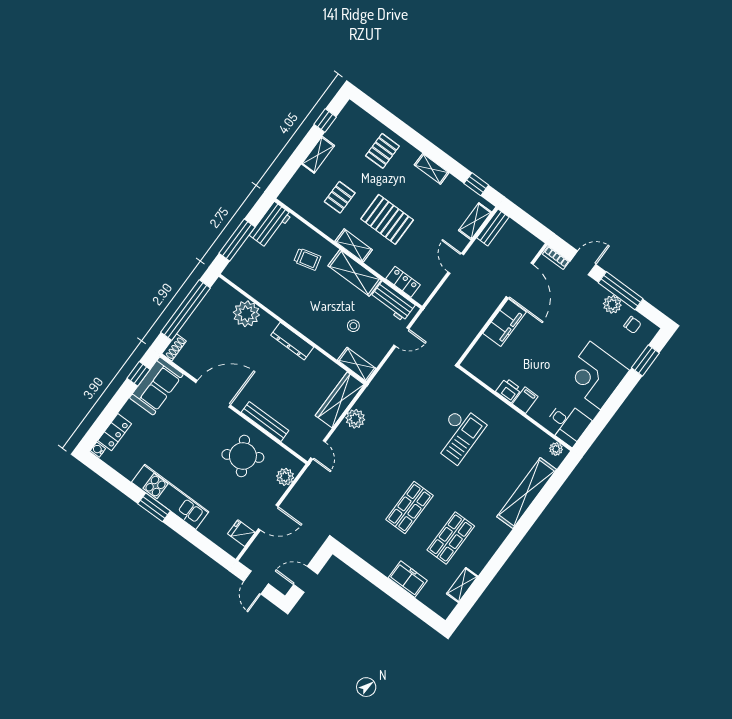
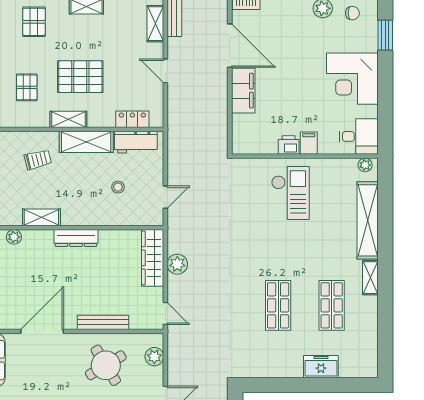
plant: (246, 314) -> (14, 237), width x0.53, depth x0.53
door: (401, 337) -> (165, 197), moved
shelving: (357, 364) -> (41, 217), moved
checkout: (458, 435) -> (290, 193), moved
shelving: (462, 585) -> (370, 278), moved

